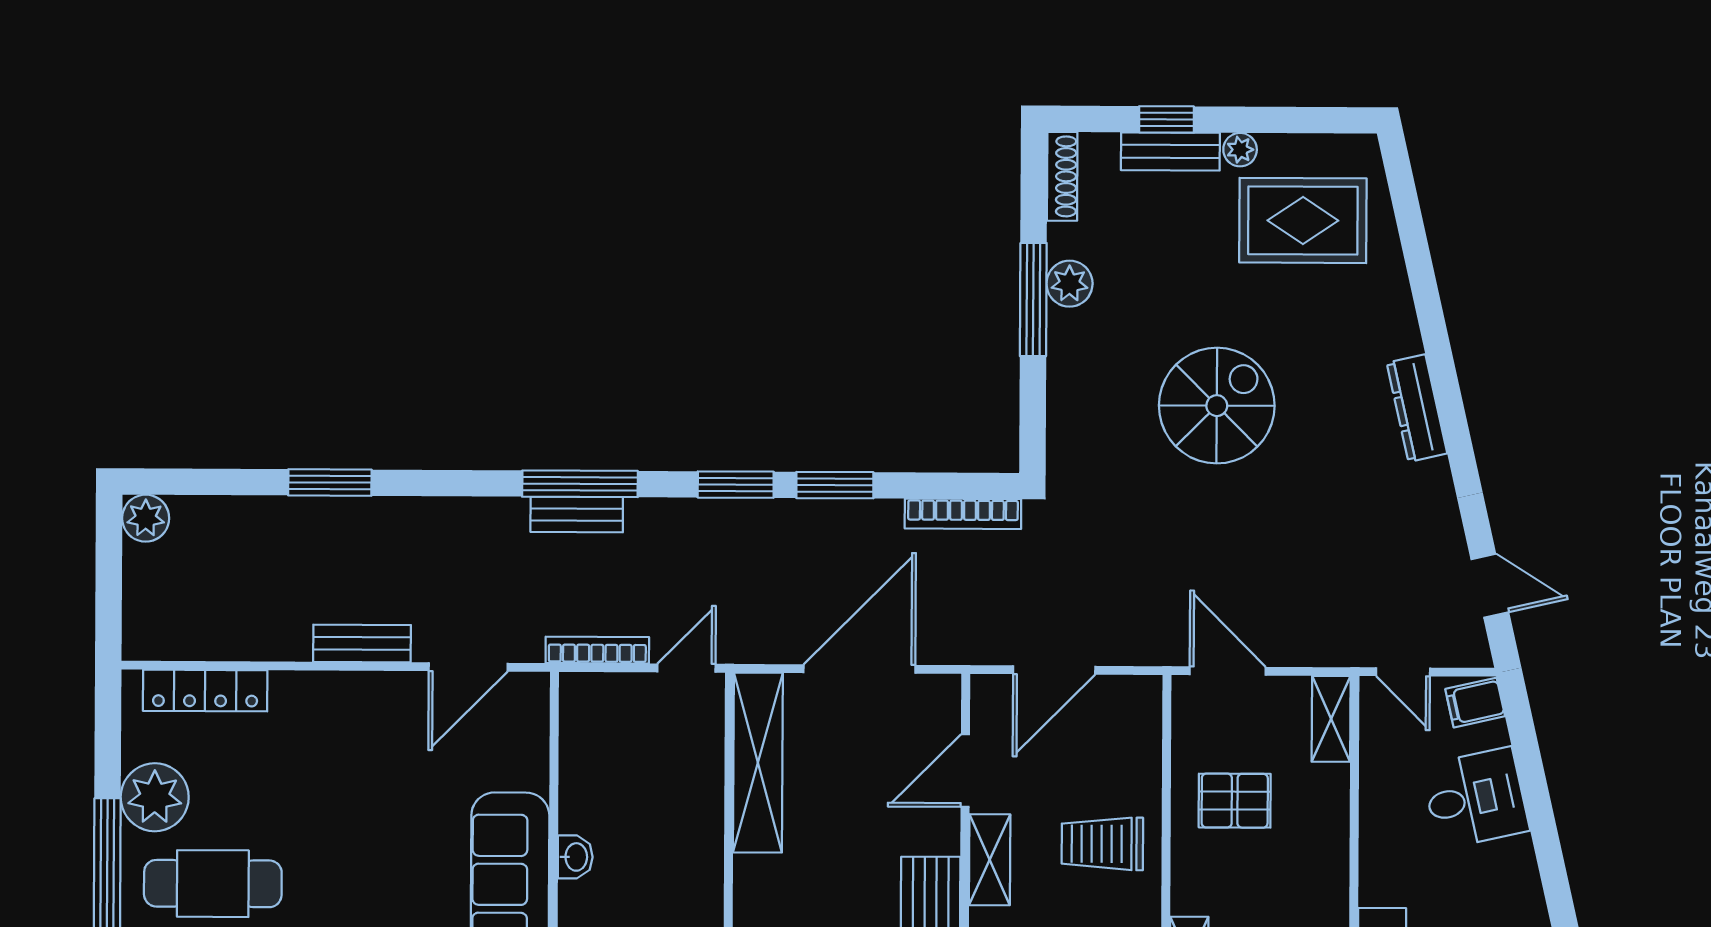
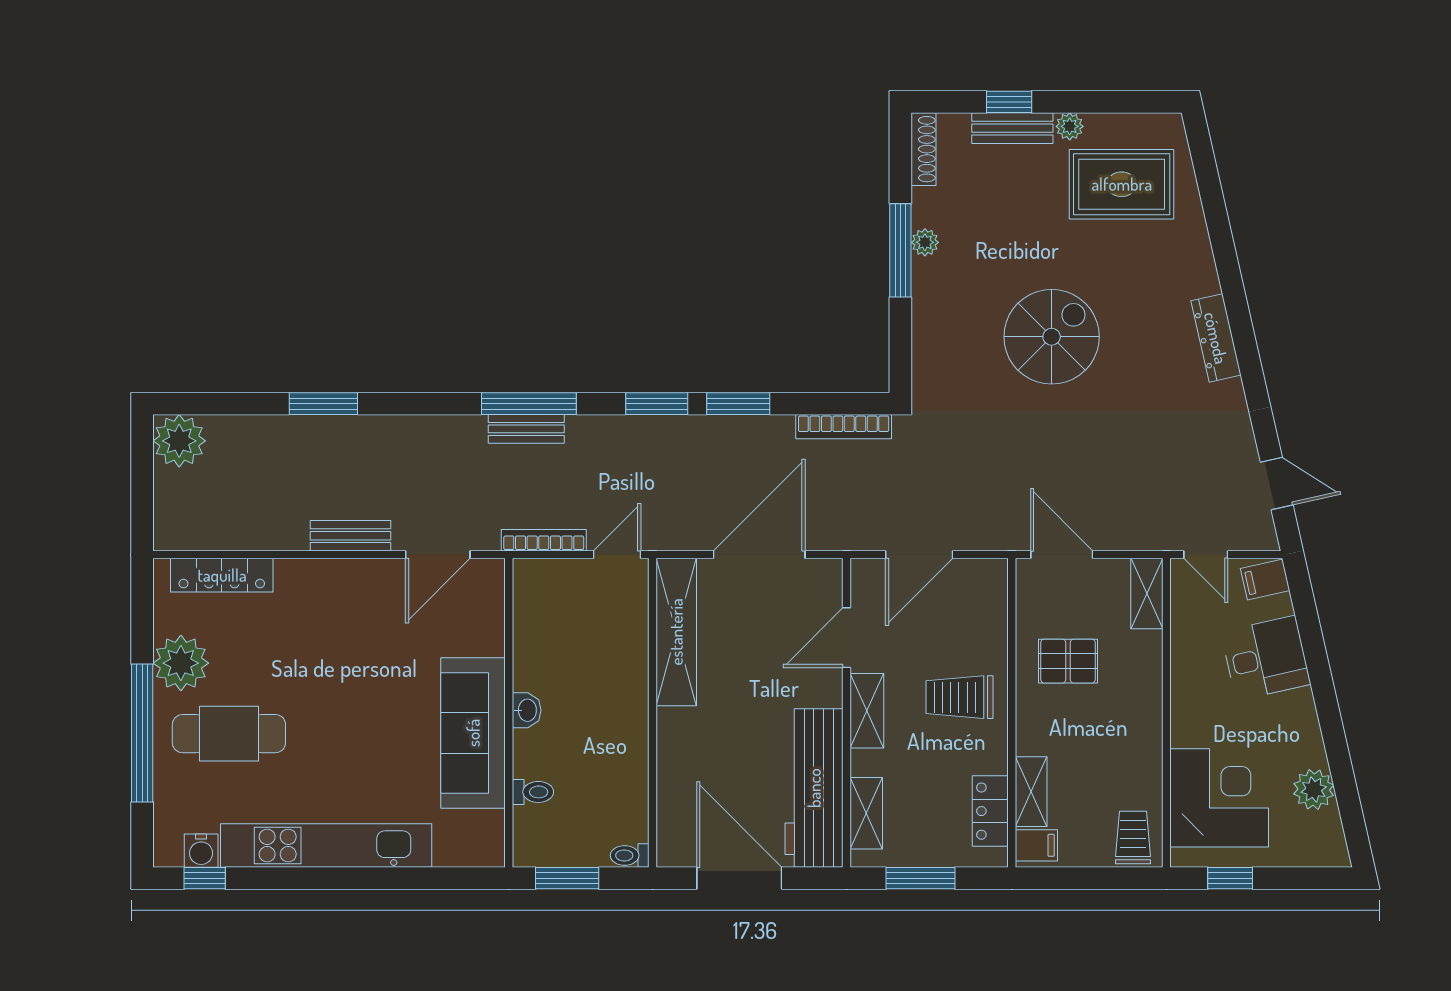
plant: (1070, 284) -> (925, 242), width x0.73, depth x0.73
plant: (146, 518) -> (179, 441), width x1.36, depth x1.36

